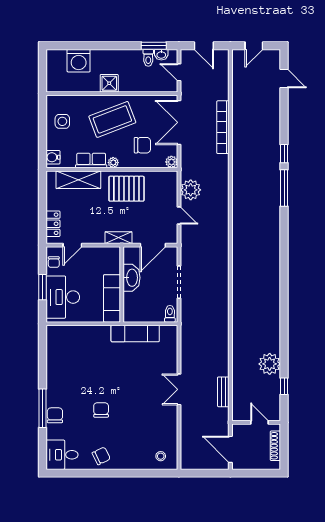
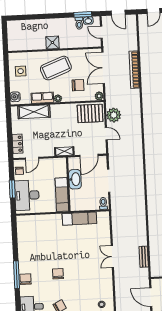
washing machine: (79, 61) -> (30, 28), removed
pallet: (126, 189) -> (90, 113), moved

